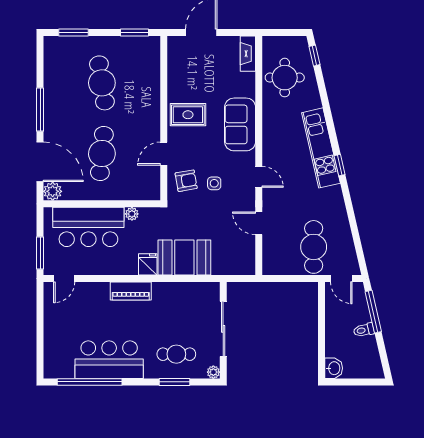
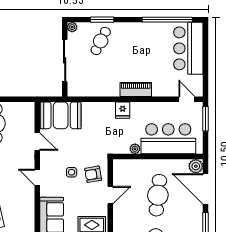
booth: (184, 257) -> (61, 115), moved
door: (64, 278) -> (187, 99), hinge flipped
cafe table: (176, 354) -> (101, 41), turned -63
bar counter: (109, 360) -> (188, 48), moved, turned 90

